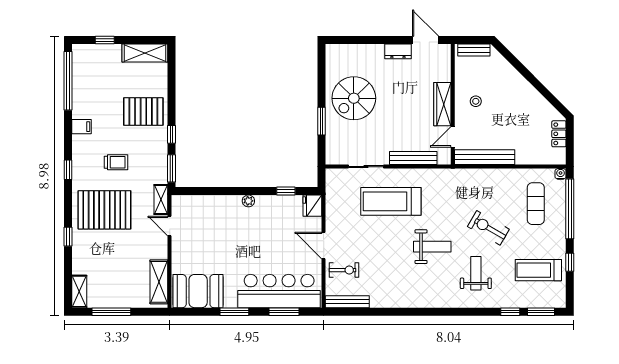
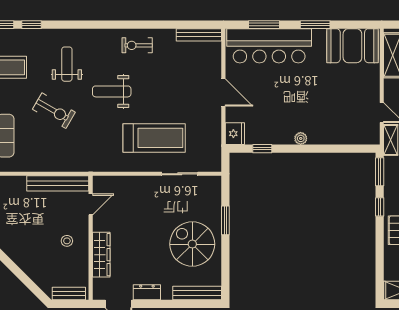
spiral stairs: (354, 98) -> (192, 244), turned -90
wardrobe: (442, 104) -> (101, 255), moved
bench: (413, 158) -> (197, 293), moved
exercise bike: (344, 270) -> (137, 45), moved
weight bench: (476, 273) -> (67, 64), turned 180

